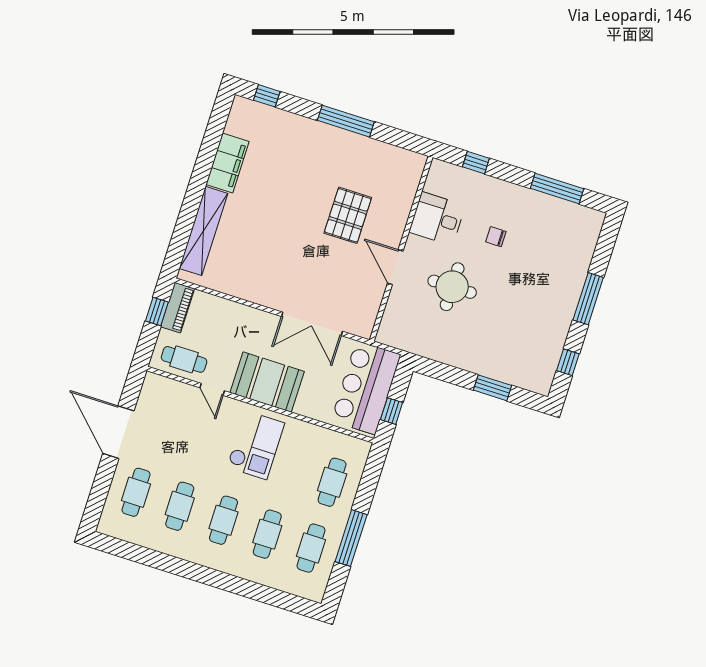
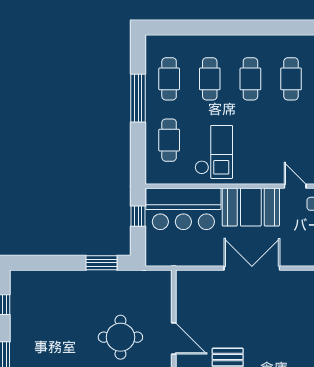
double door: (312, 324) -> (252, 268), moved
bar counter: (366, 388) -> (183, 209), moved, turned 90
window: (492, 388) -> (102, 263), moved
checkout: (256, 445) -> (214, 152), moved, turned 180

